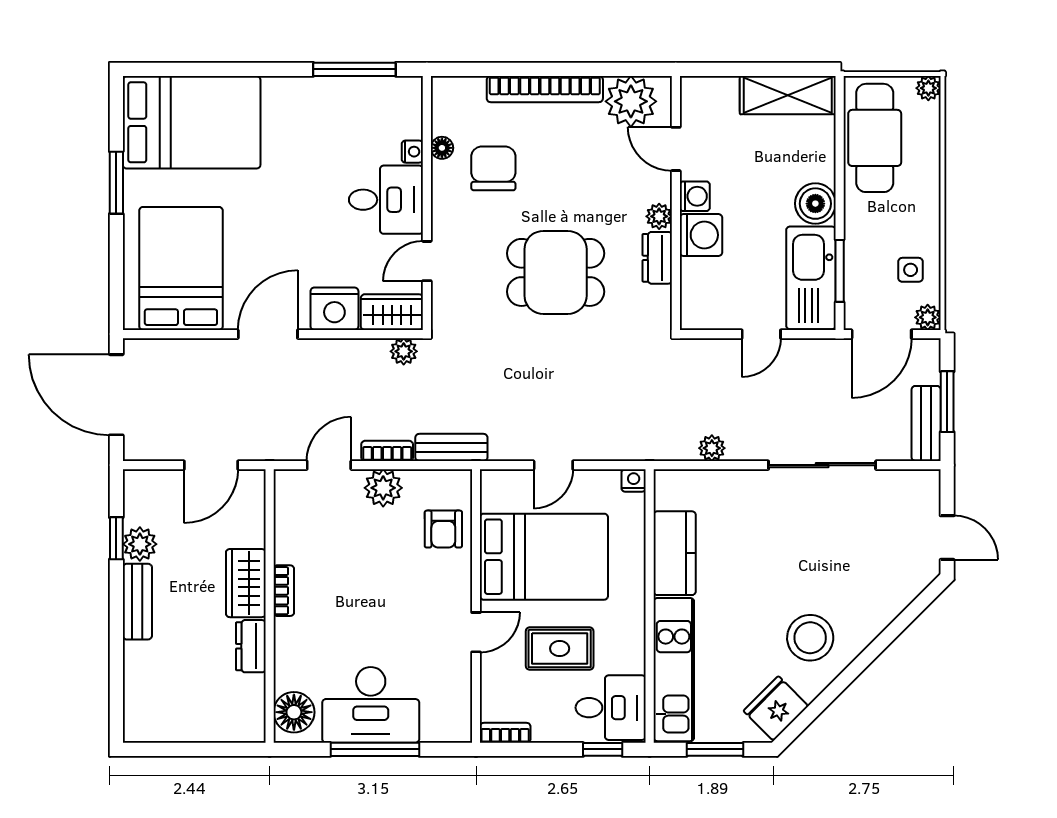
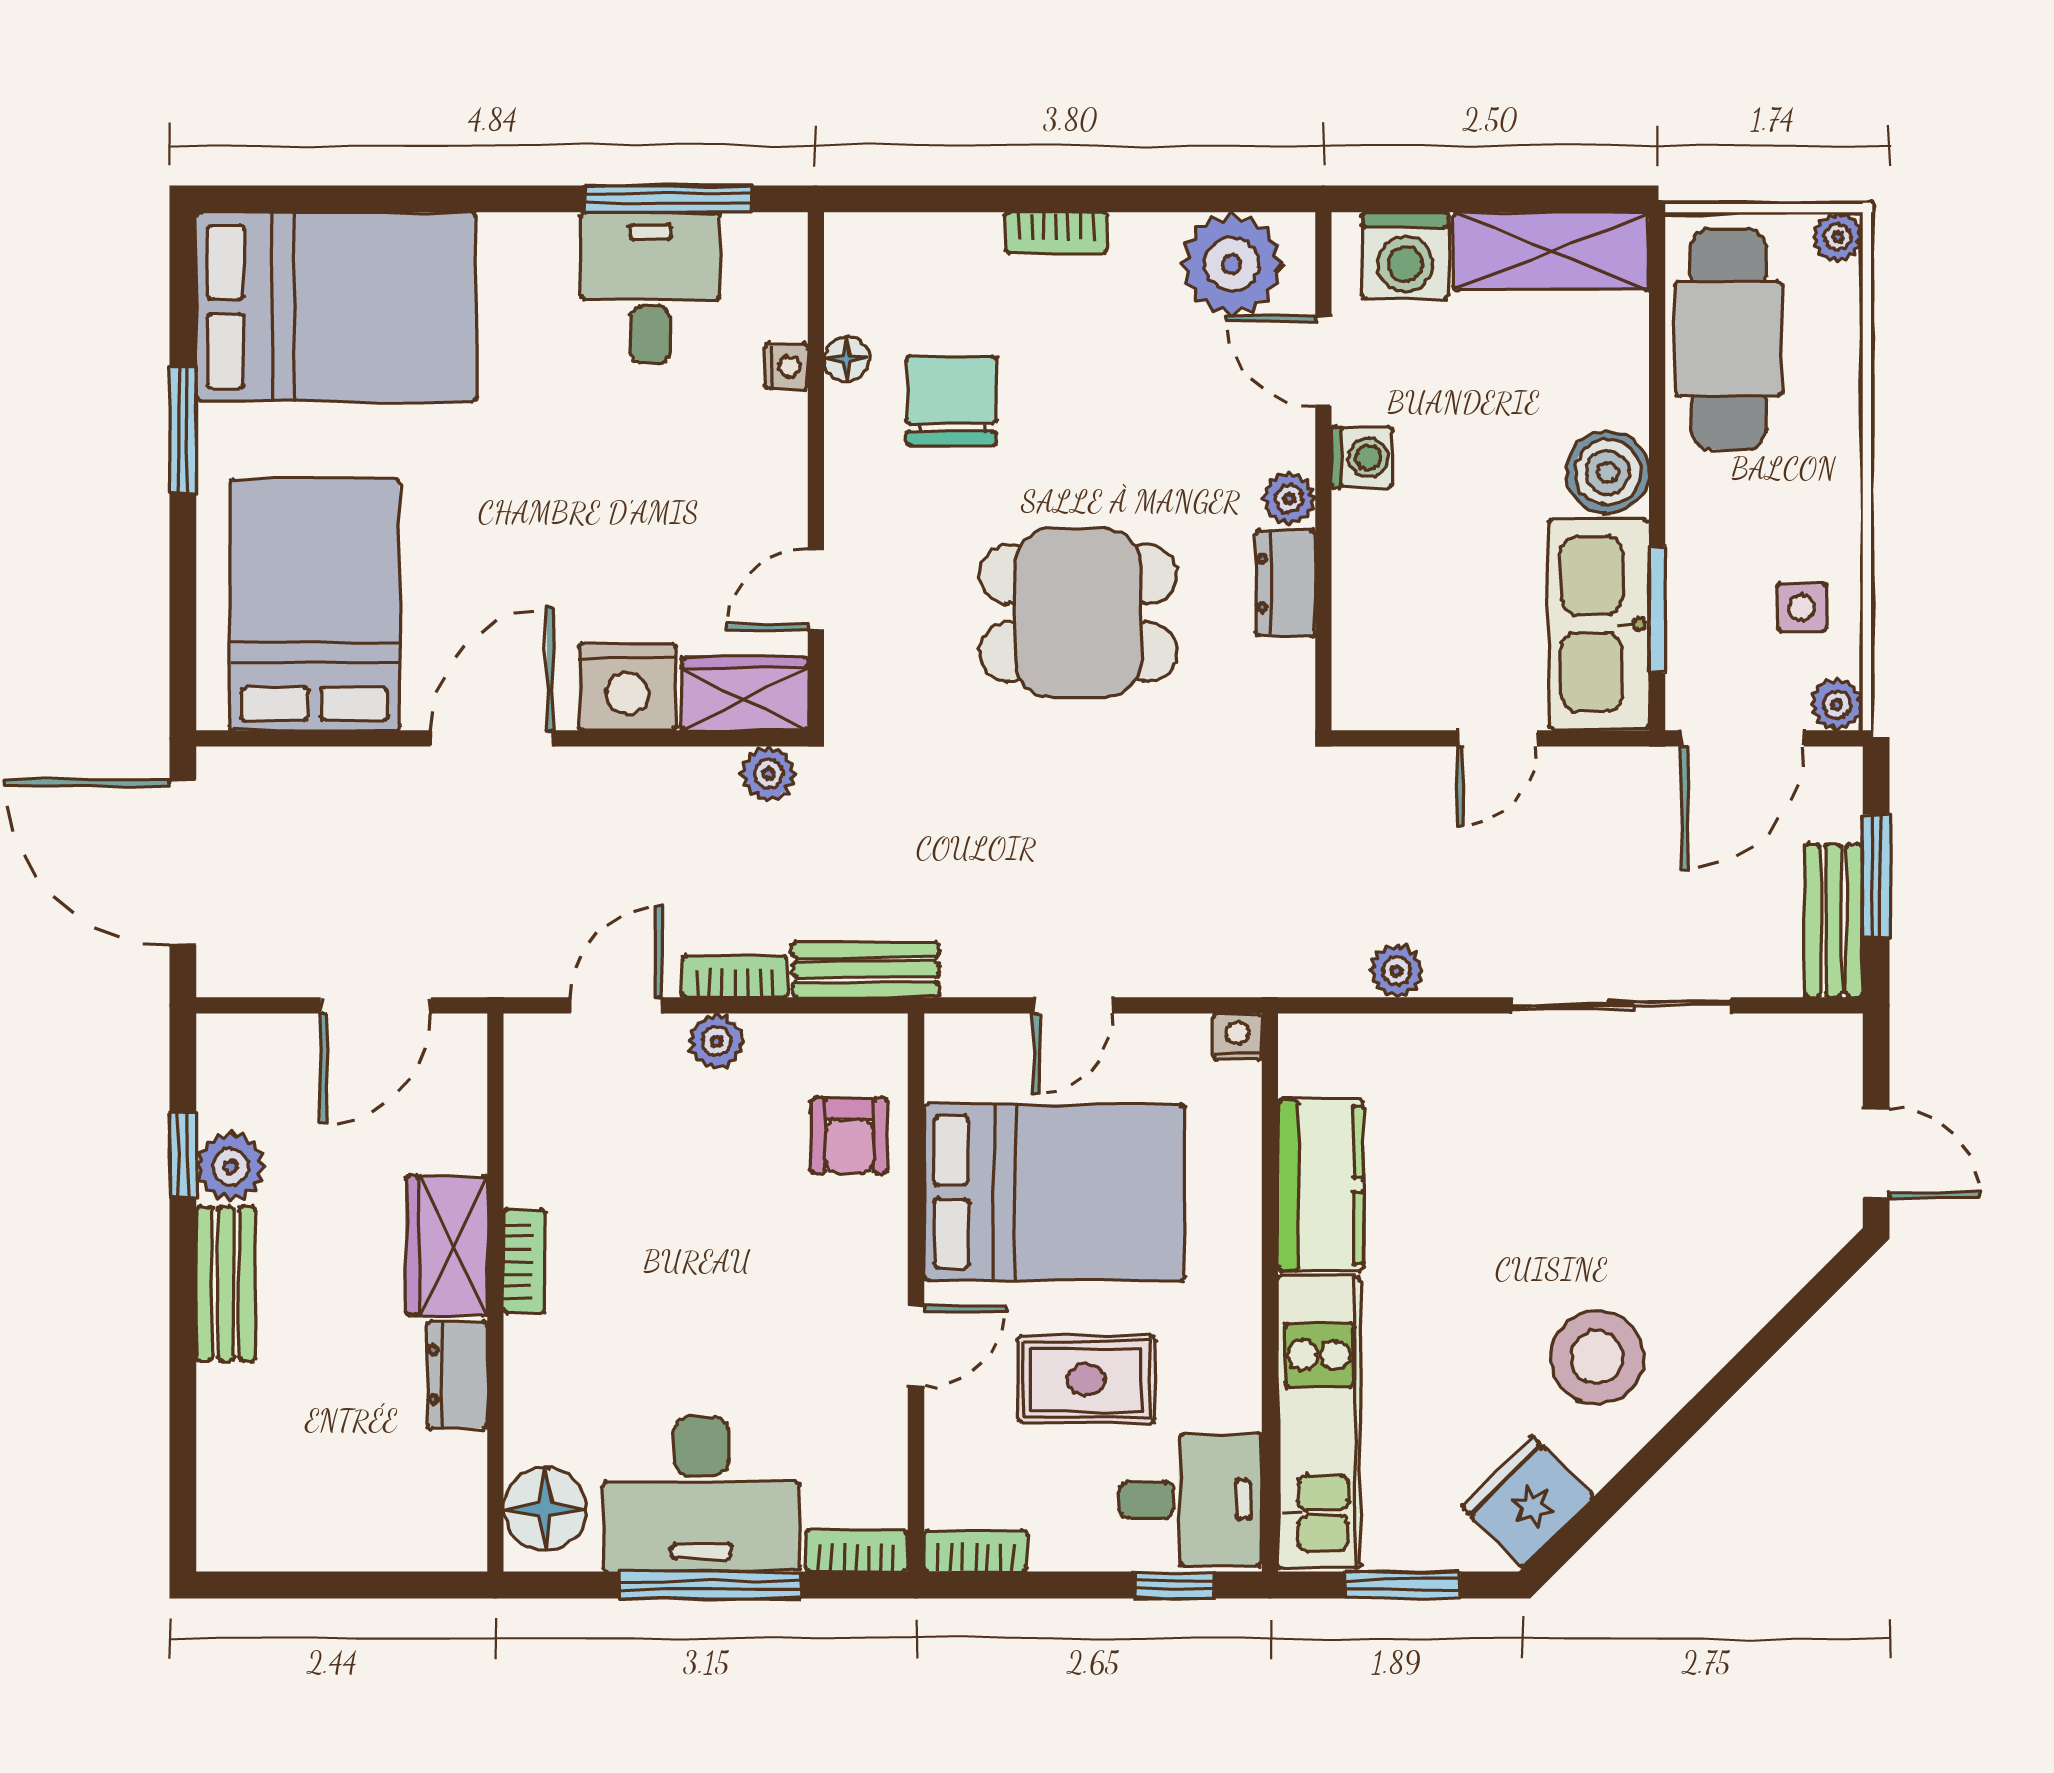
bookcase: (545, 89) -> (1056, 233), width x0.43, depth x0.76
desk: (386, 200) -> (650, 288), moved, turned -90
washing machine: (701, 235) -> (1405, 255), moved, turned 90
plant: (383, 488) -> (716, 1041), width x0.73, depth x0.73
bookcase: (447, 733) -> (857, 1551), added

